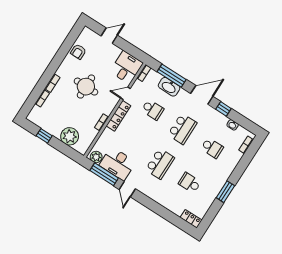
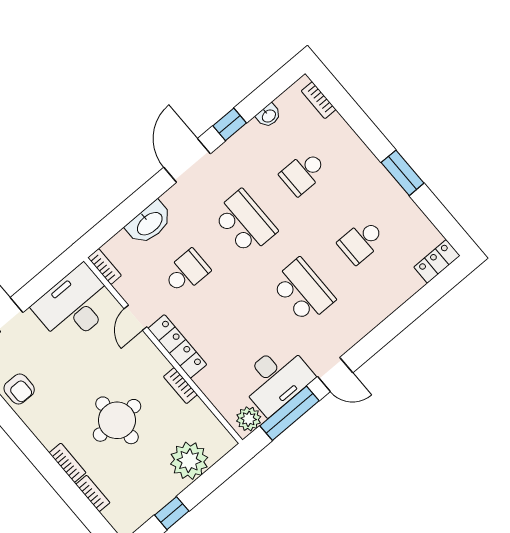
desk: (127, 67) -> (75, 305), width x1.37
window: (172, 76) -> (128, 211), removed
round table: (86, 87) -> (117, 420), moved
school desk: (212, 148) -> (303, 173), turned 180

